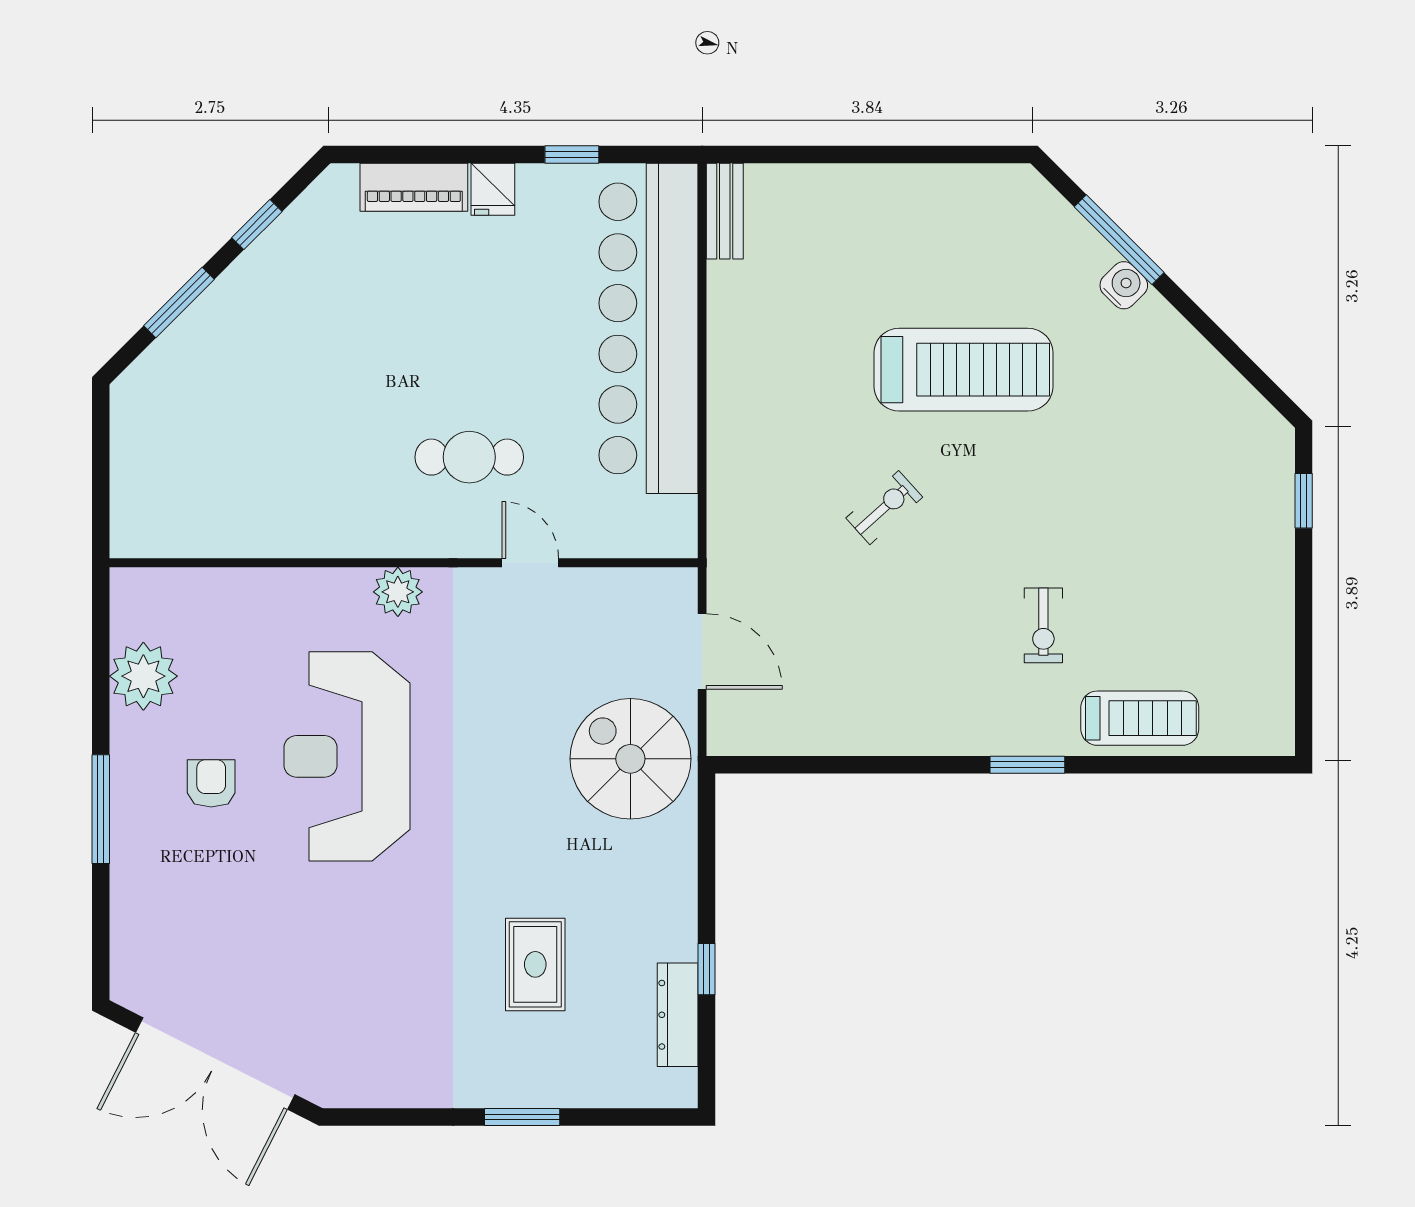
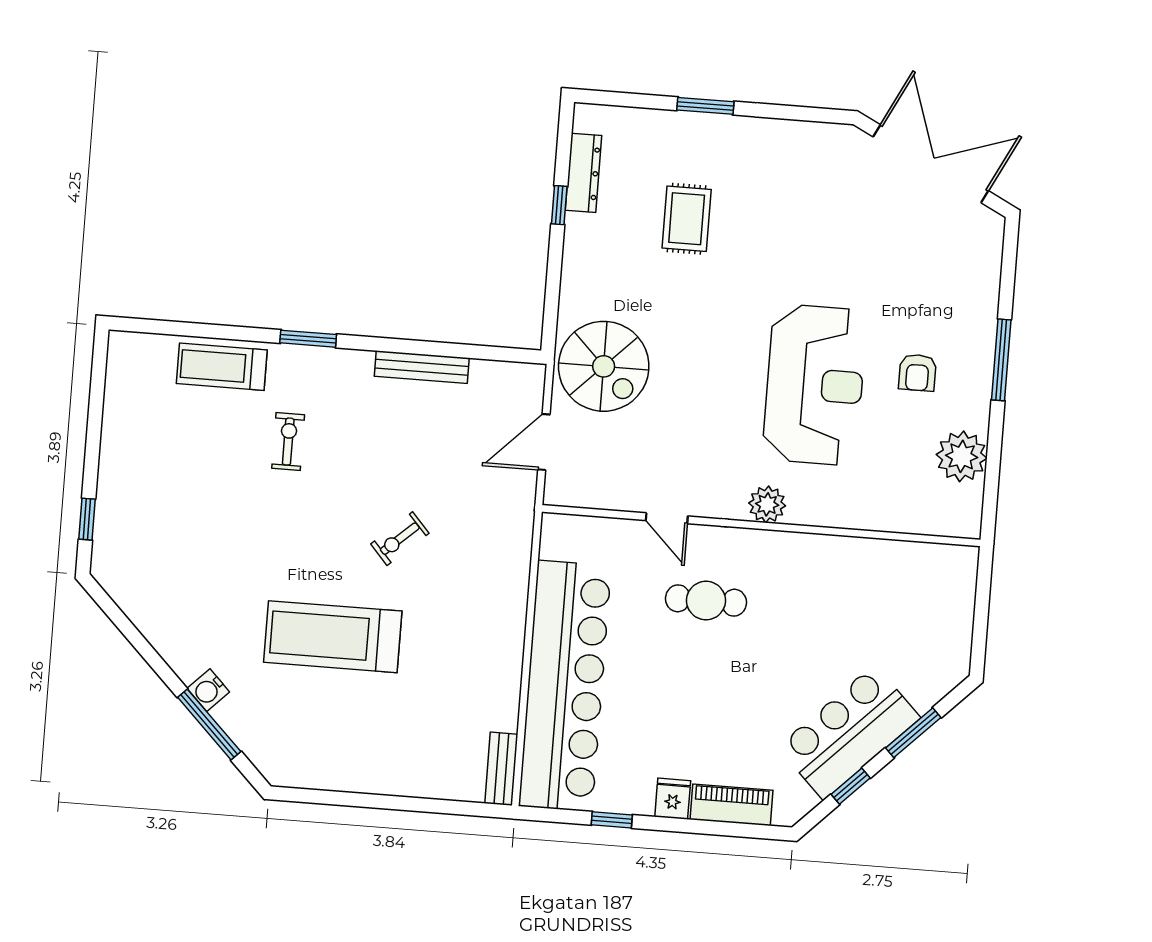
bar counter: (265, 296) -> (849, 732), added
door: (702, 652) -> (544, 442), hinge flipped
bench: (873, 739) -> (422, 367), added

